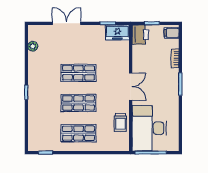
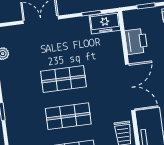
printer: (140, 35) -> (136, 41), moved
double door: (131, 86) -> (130, 87), width x1.37

